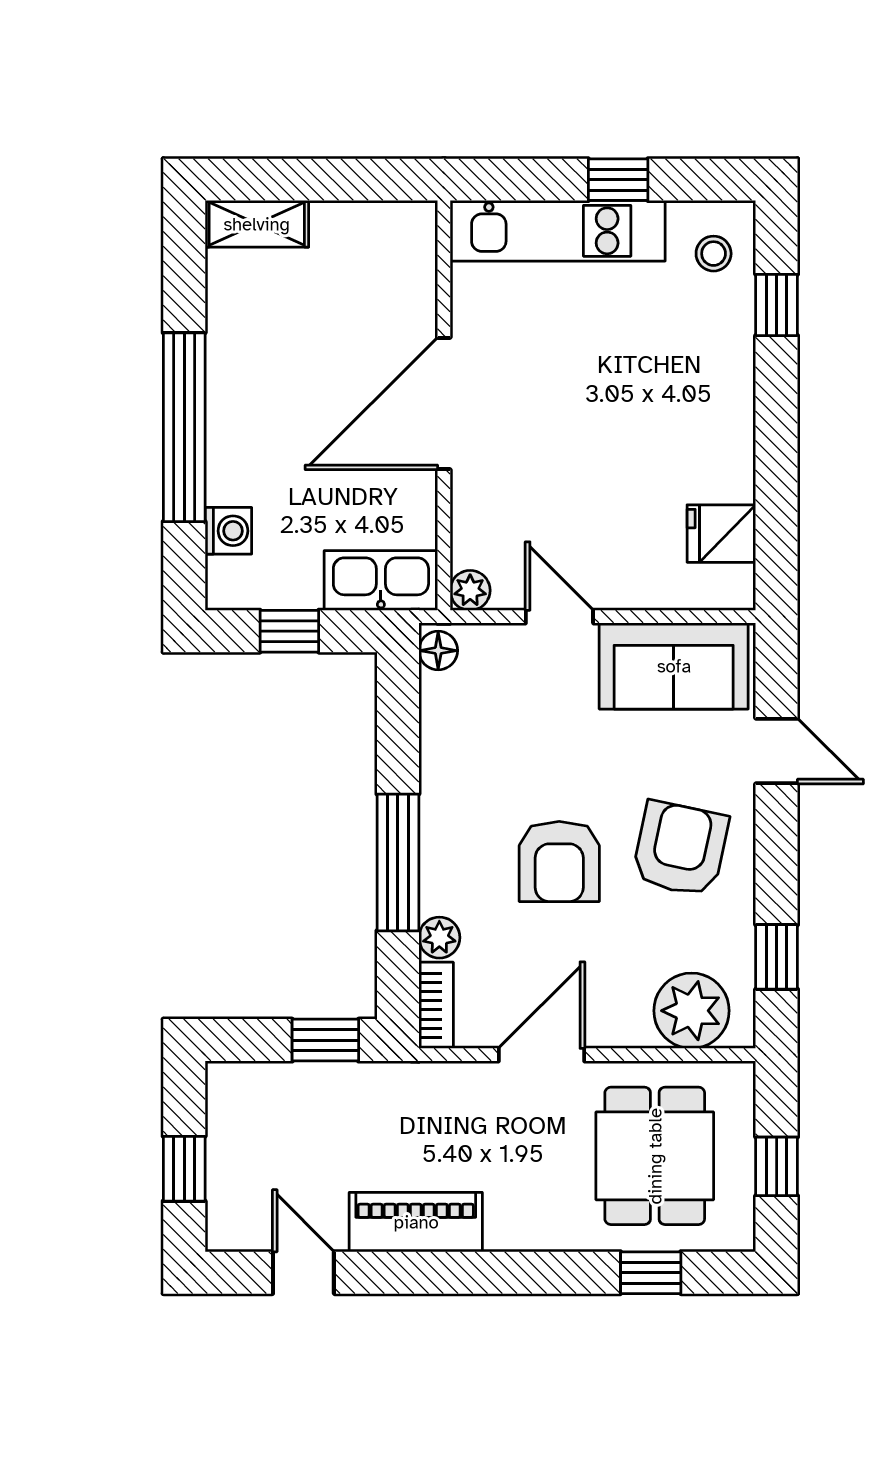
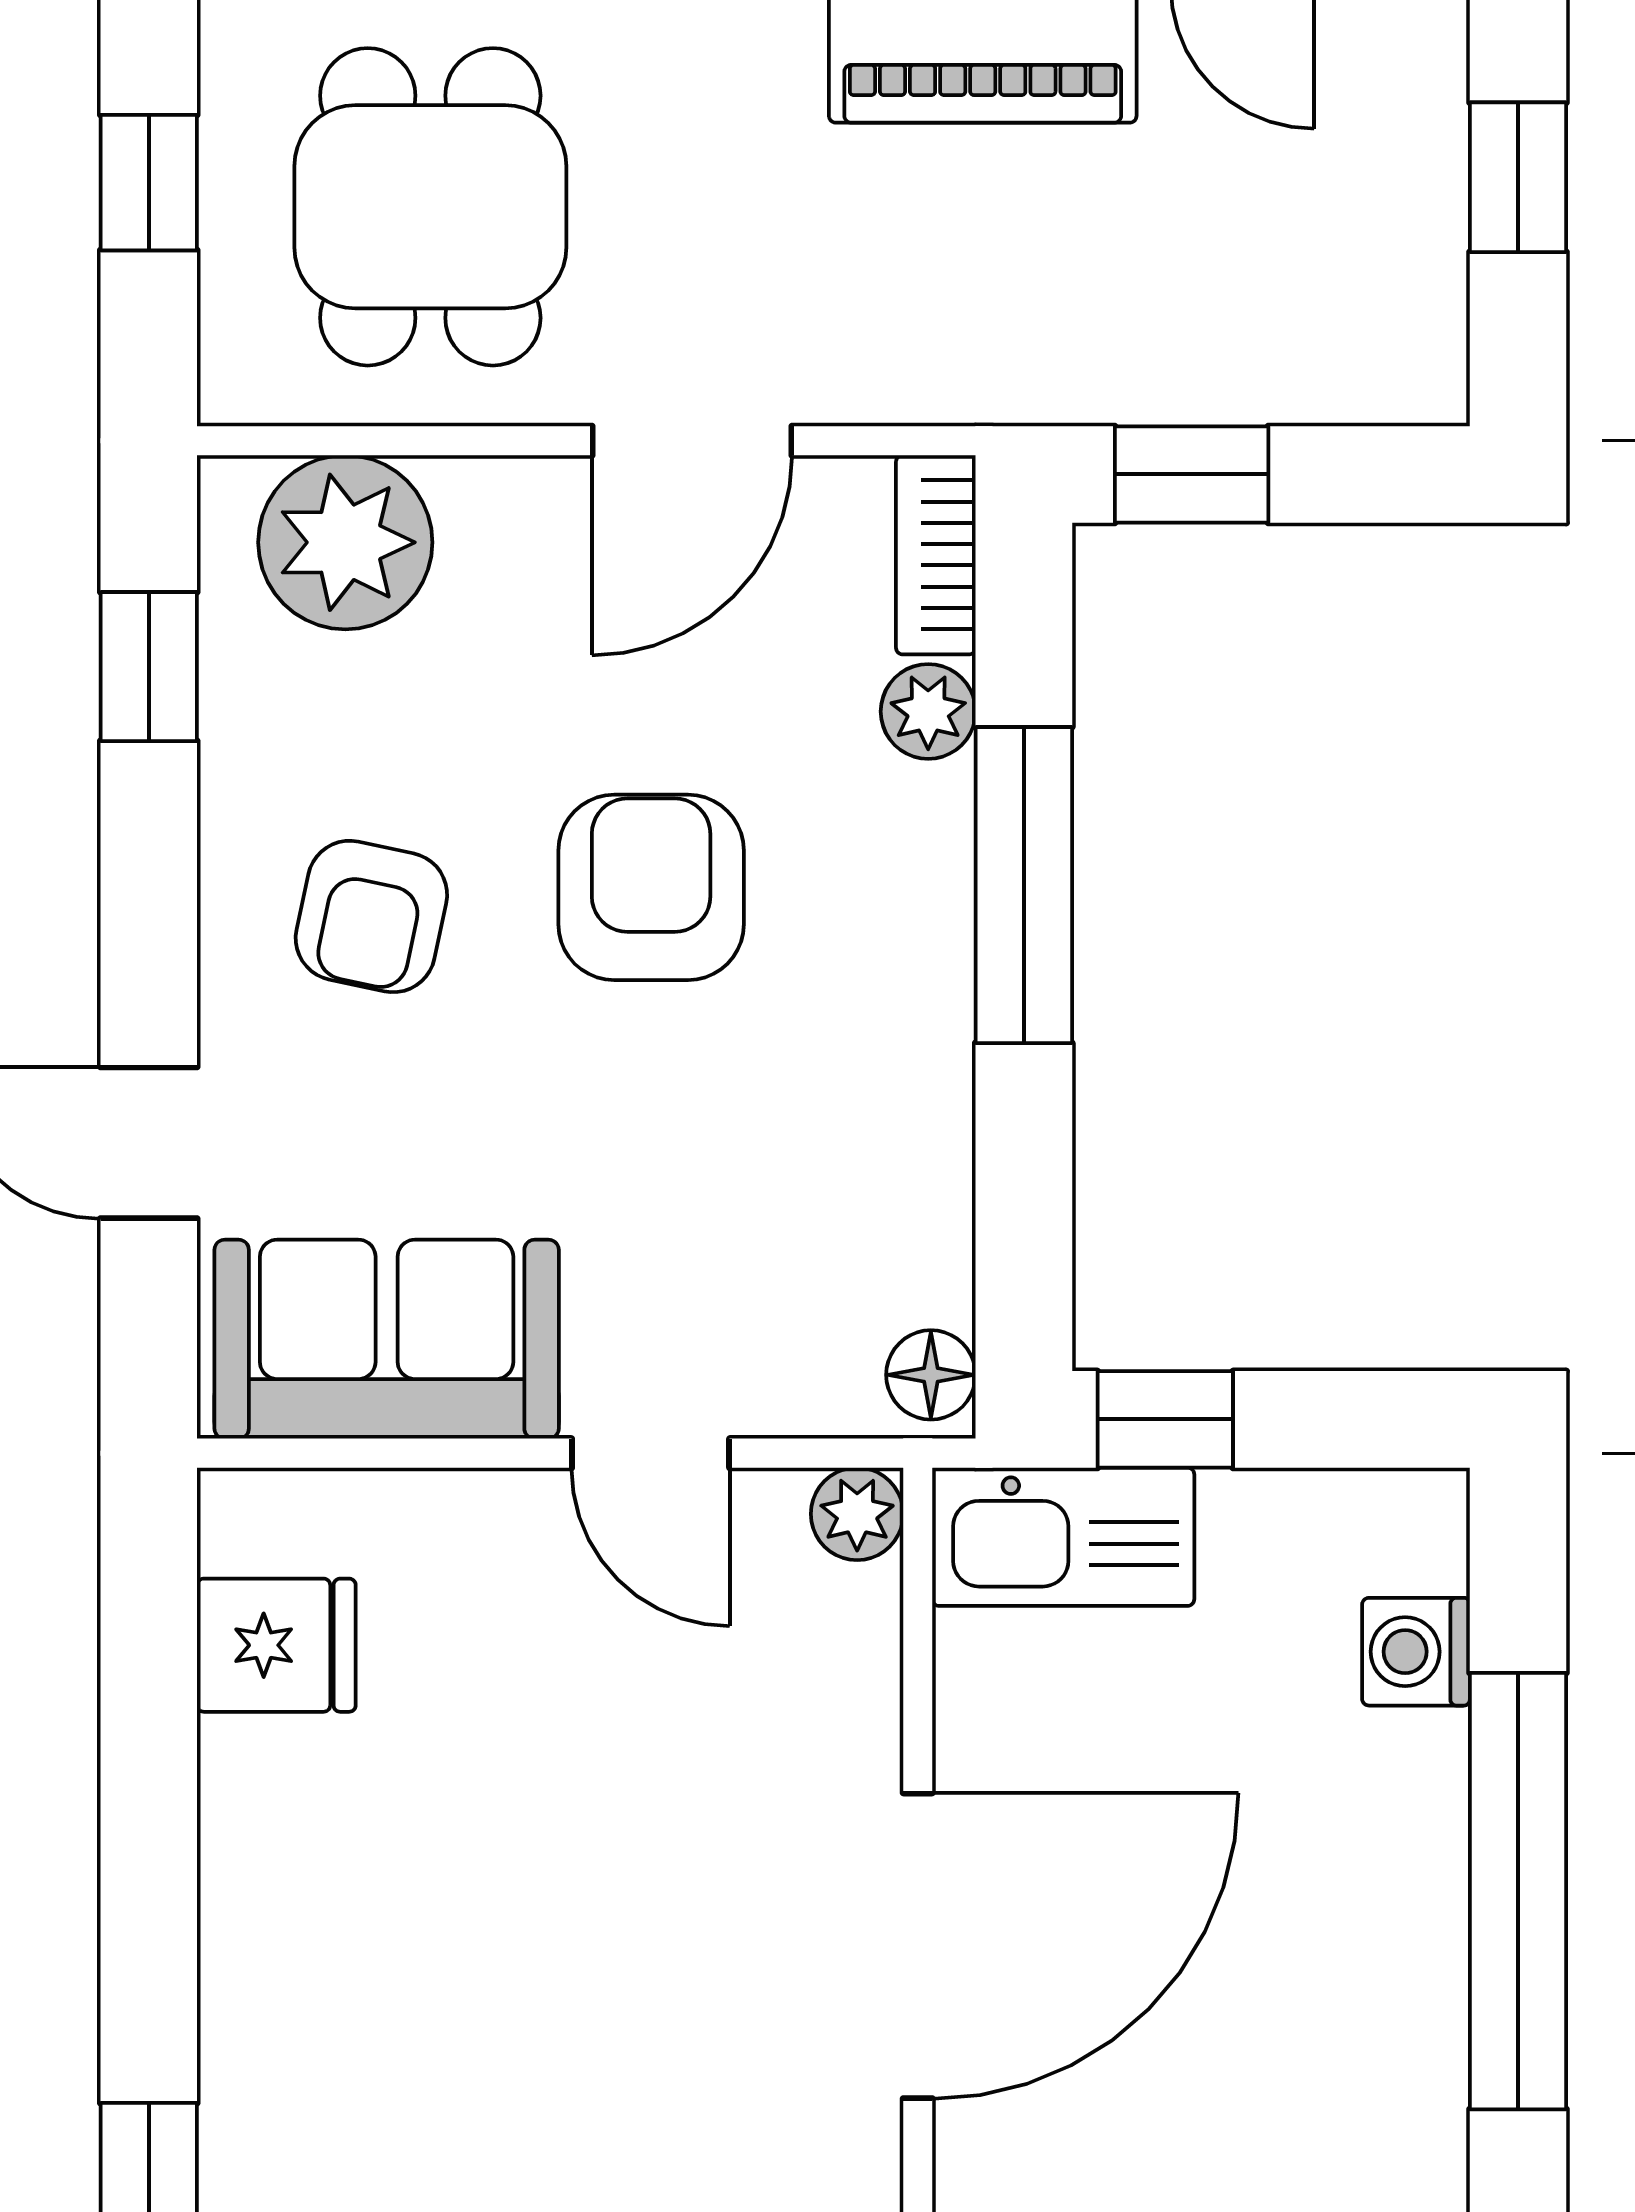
window: (289, 631) -> (1165, 1419), moved
armchair: (680, 849) -> (371, 916), width x0.72, depth x0.72

